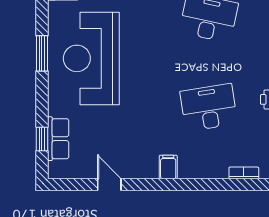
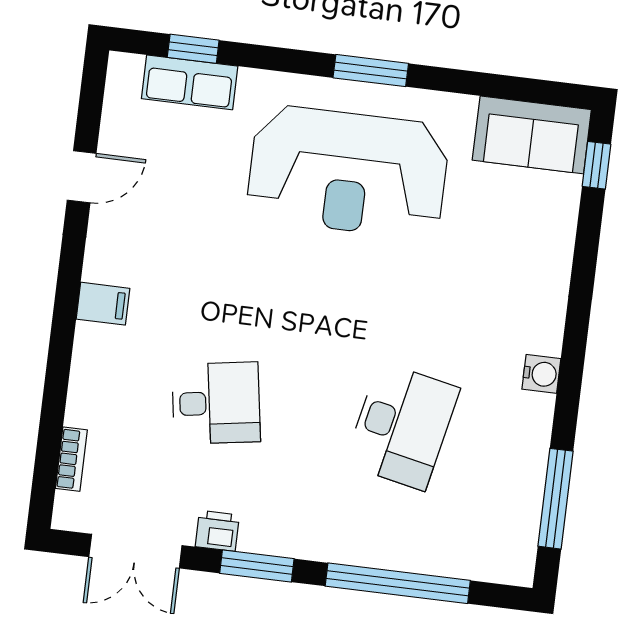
reception desk: (91, 58) -> (348, 172), turned 180
desk: (209, 107) -> (216, 403), width x0.73

